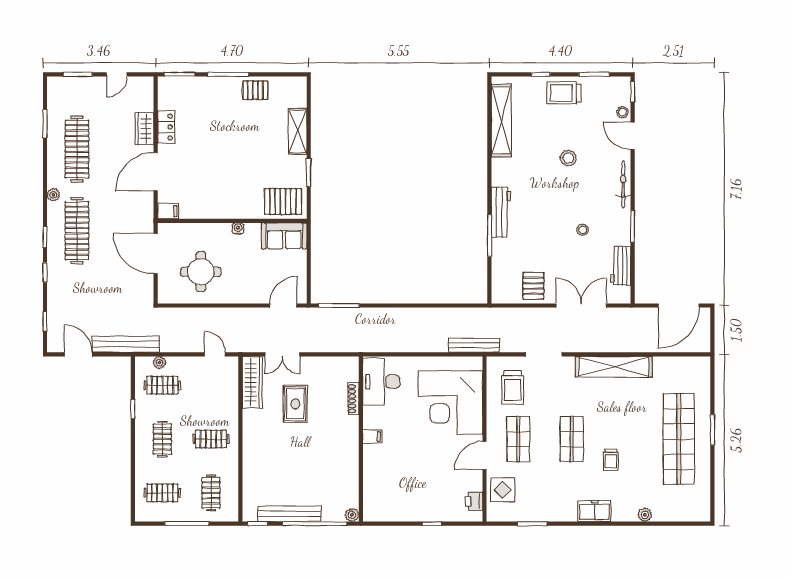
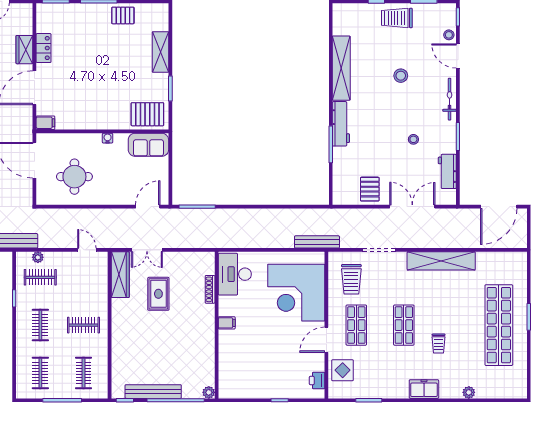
shelving: (501, 120) -> (341, 68), moved
clothes rail: (162, 493) -> (40, 373), turned 90

